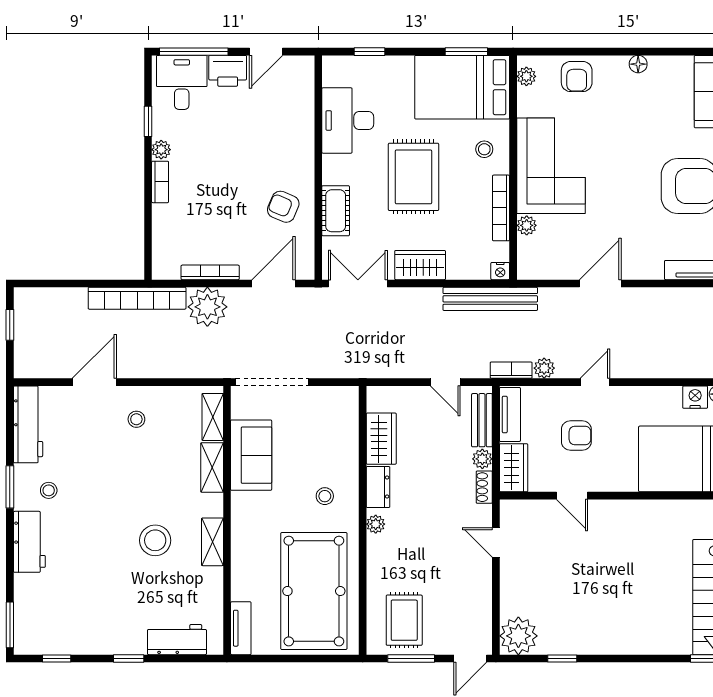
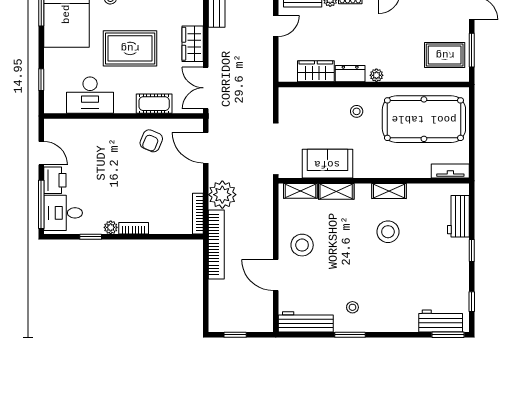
bookcase: (210, 272) -> (198, 214), moved
stool: (136, 419) -> (302, 245), width x1.89, depth x1.89
workbench: (29, 542) -> (441, 321), moved

